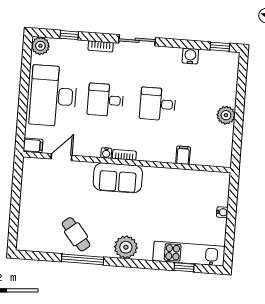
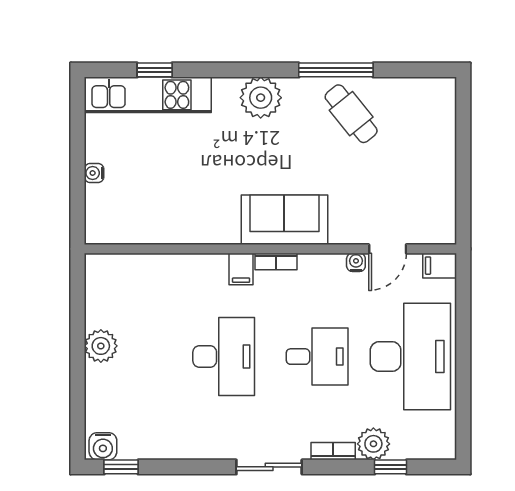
plant: (40, 46) -> (373, 444), moved
water cooler: (190, 56) -> (103, 446), moved
desk: (158, 104) -> (224, 357), width x1.37
water cooler: (106, 153) -> (356, 262), moved
filing cabinet: (183, 155) -> (241, 269), moved

